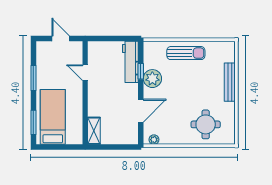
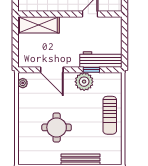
round table: (206, 124) -> (57, 127), moved
shelving: (94, 131) -> (38, 25), width x1.50, depth x1.33

